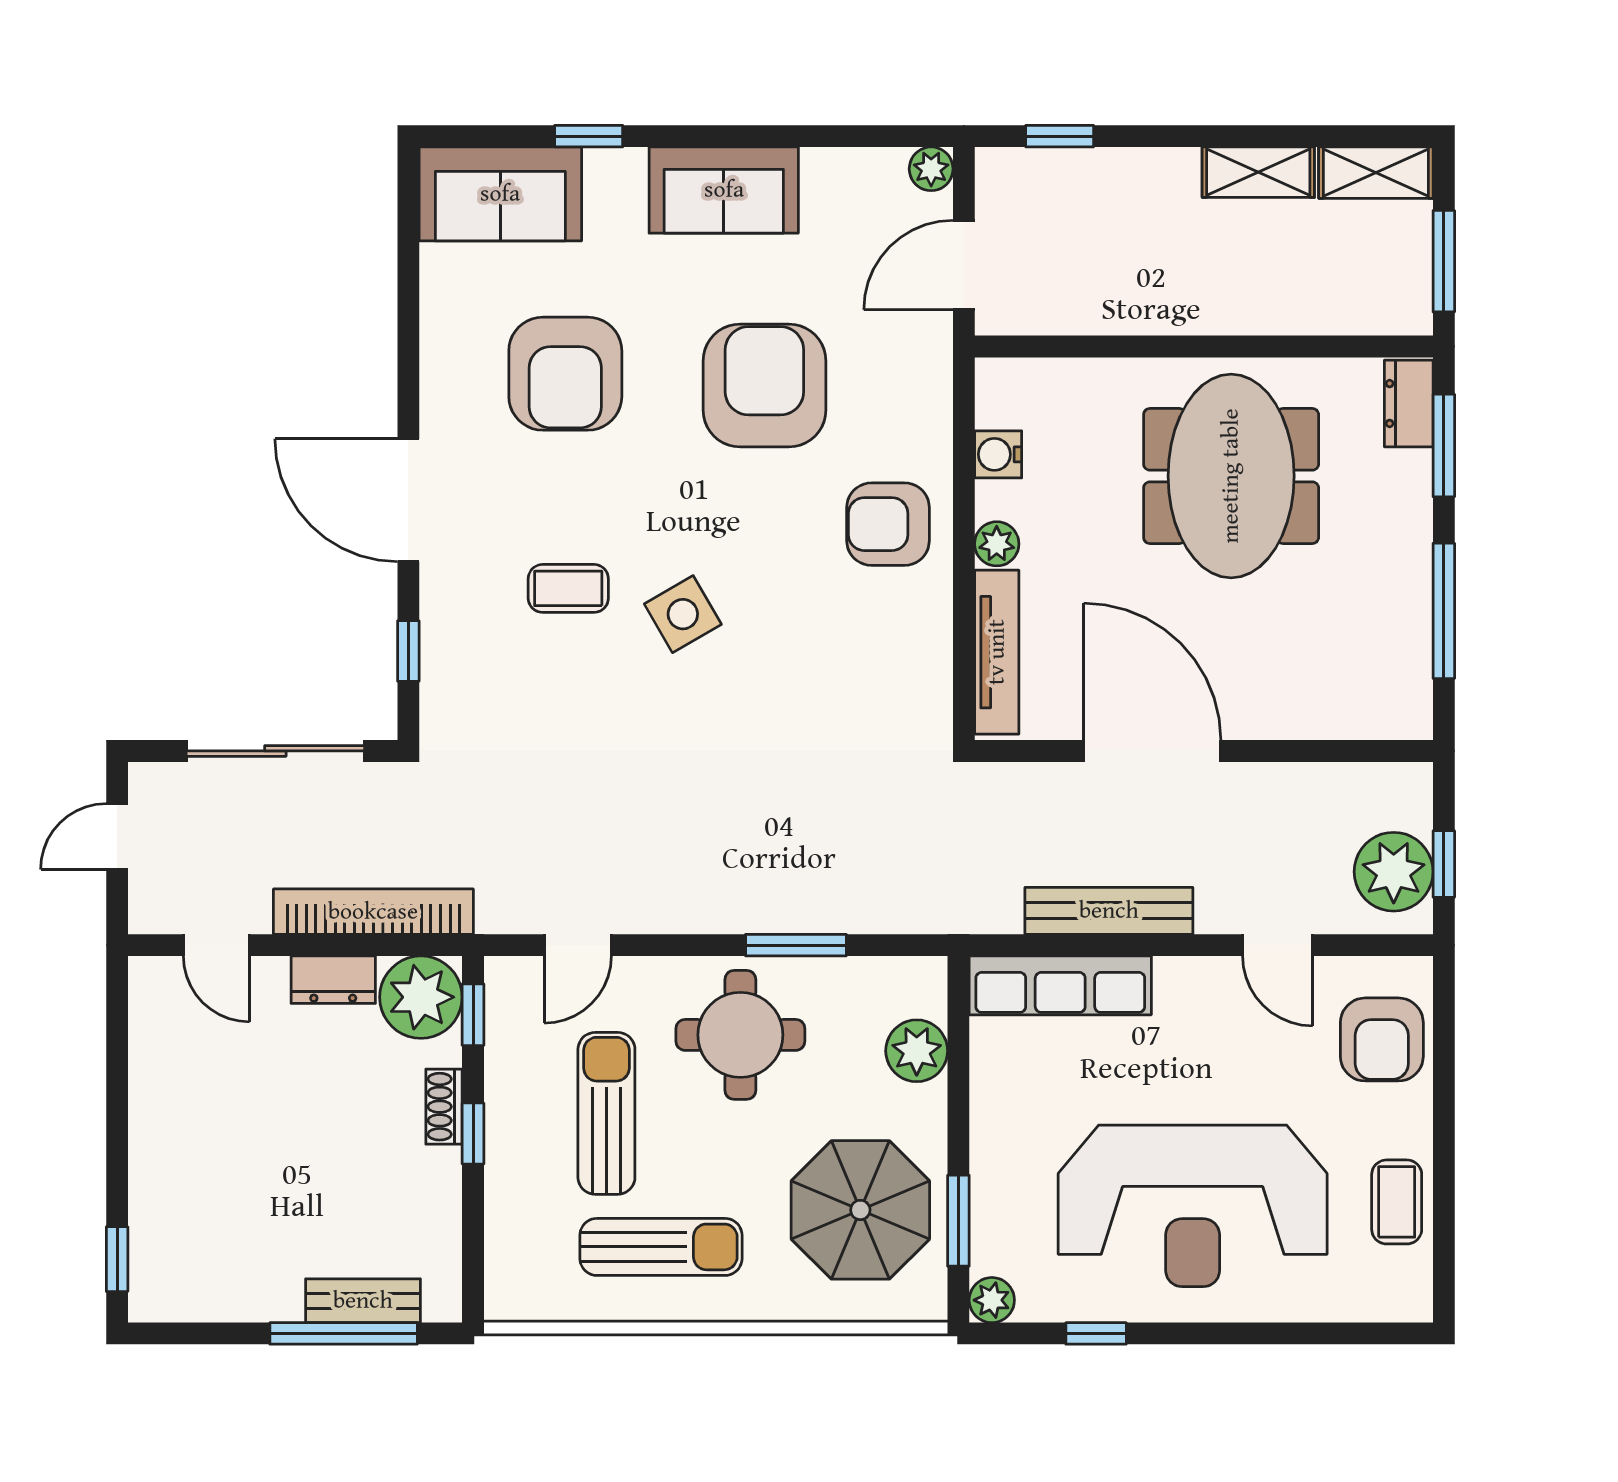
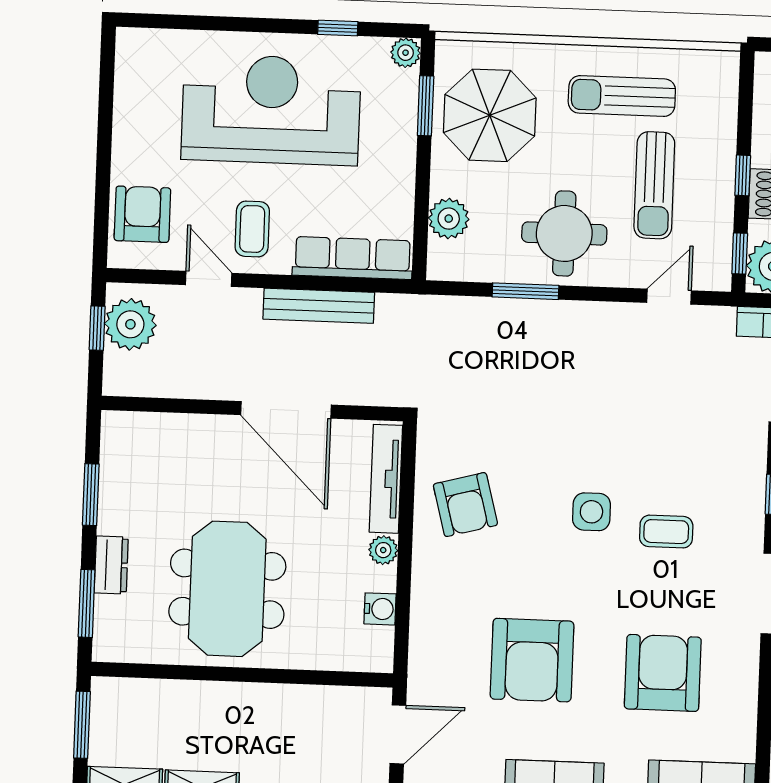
dresser: (1409, 403) -> (111, 565), moved
armchair: (888, 524) -> (465, 505), moved, turned 75
window: (1444, 611) -> (91, 495), width x0.69
side table: (683, 614) -> (591, 512), turned 30
coffee table: (1397, 1202) -> (252, 229), moved

